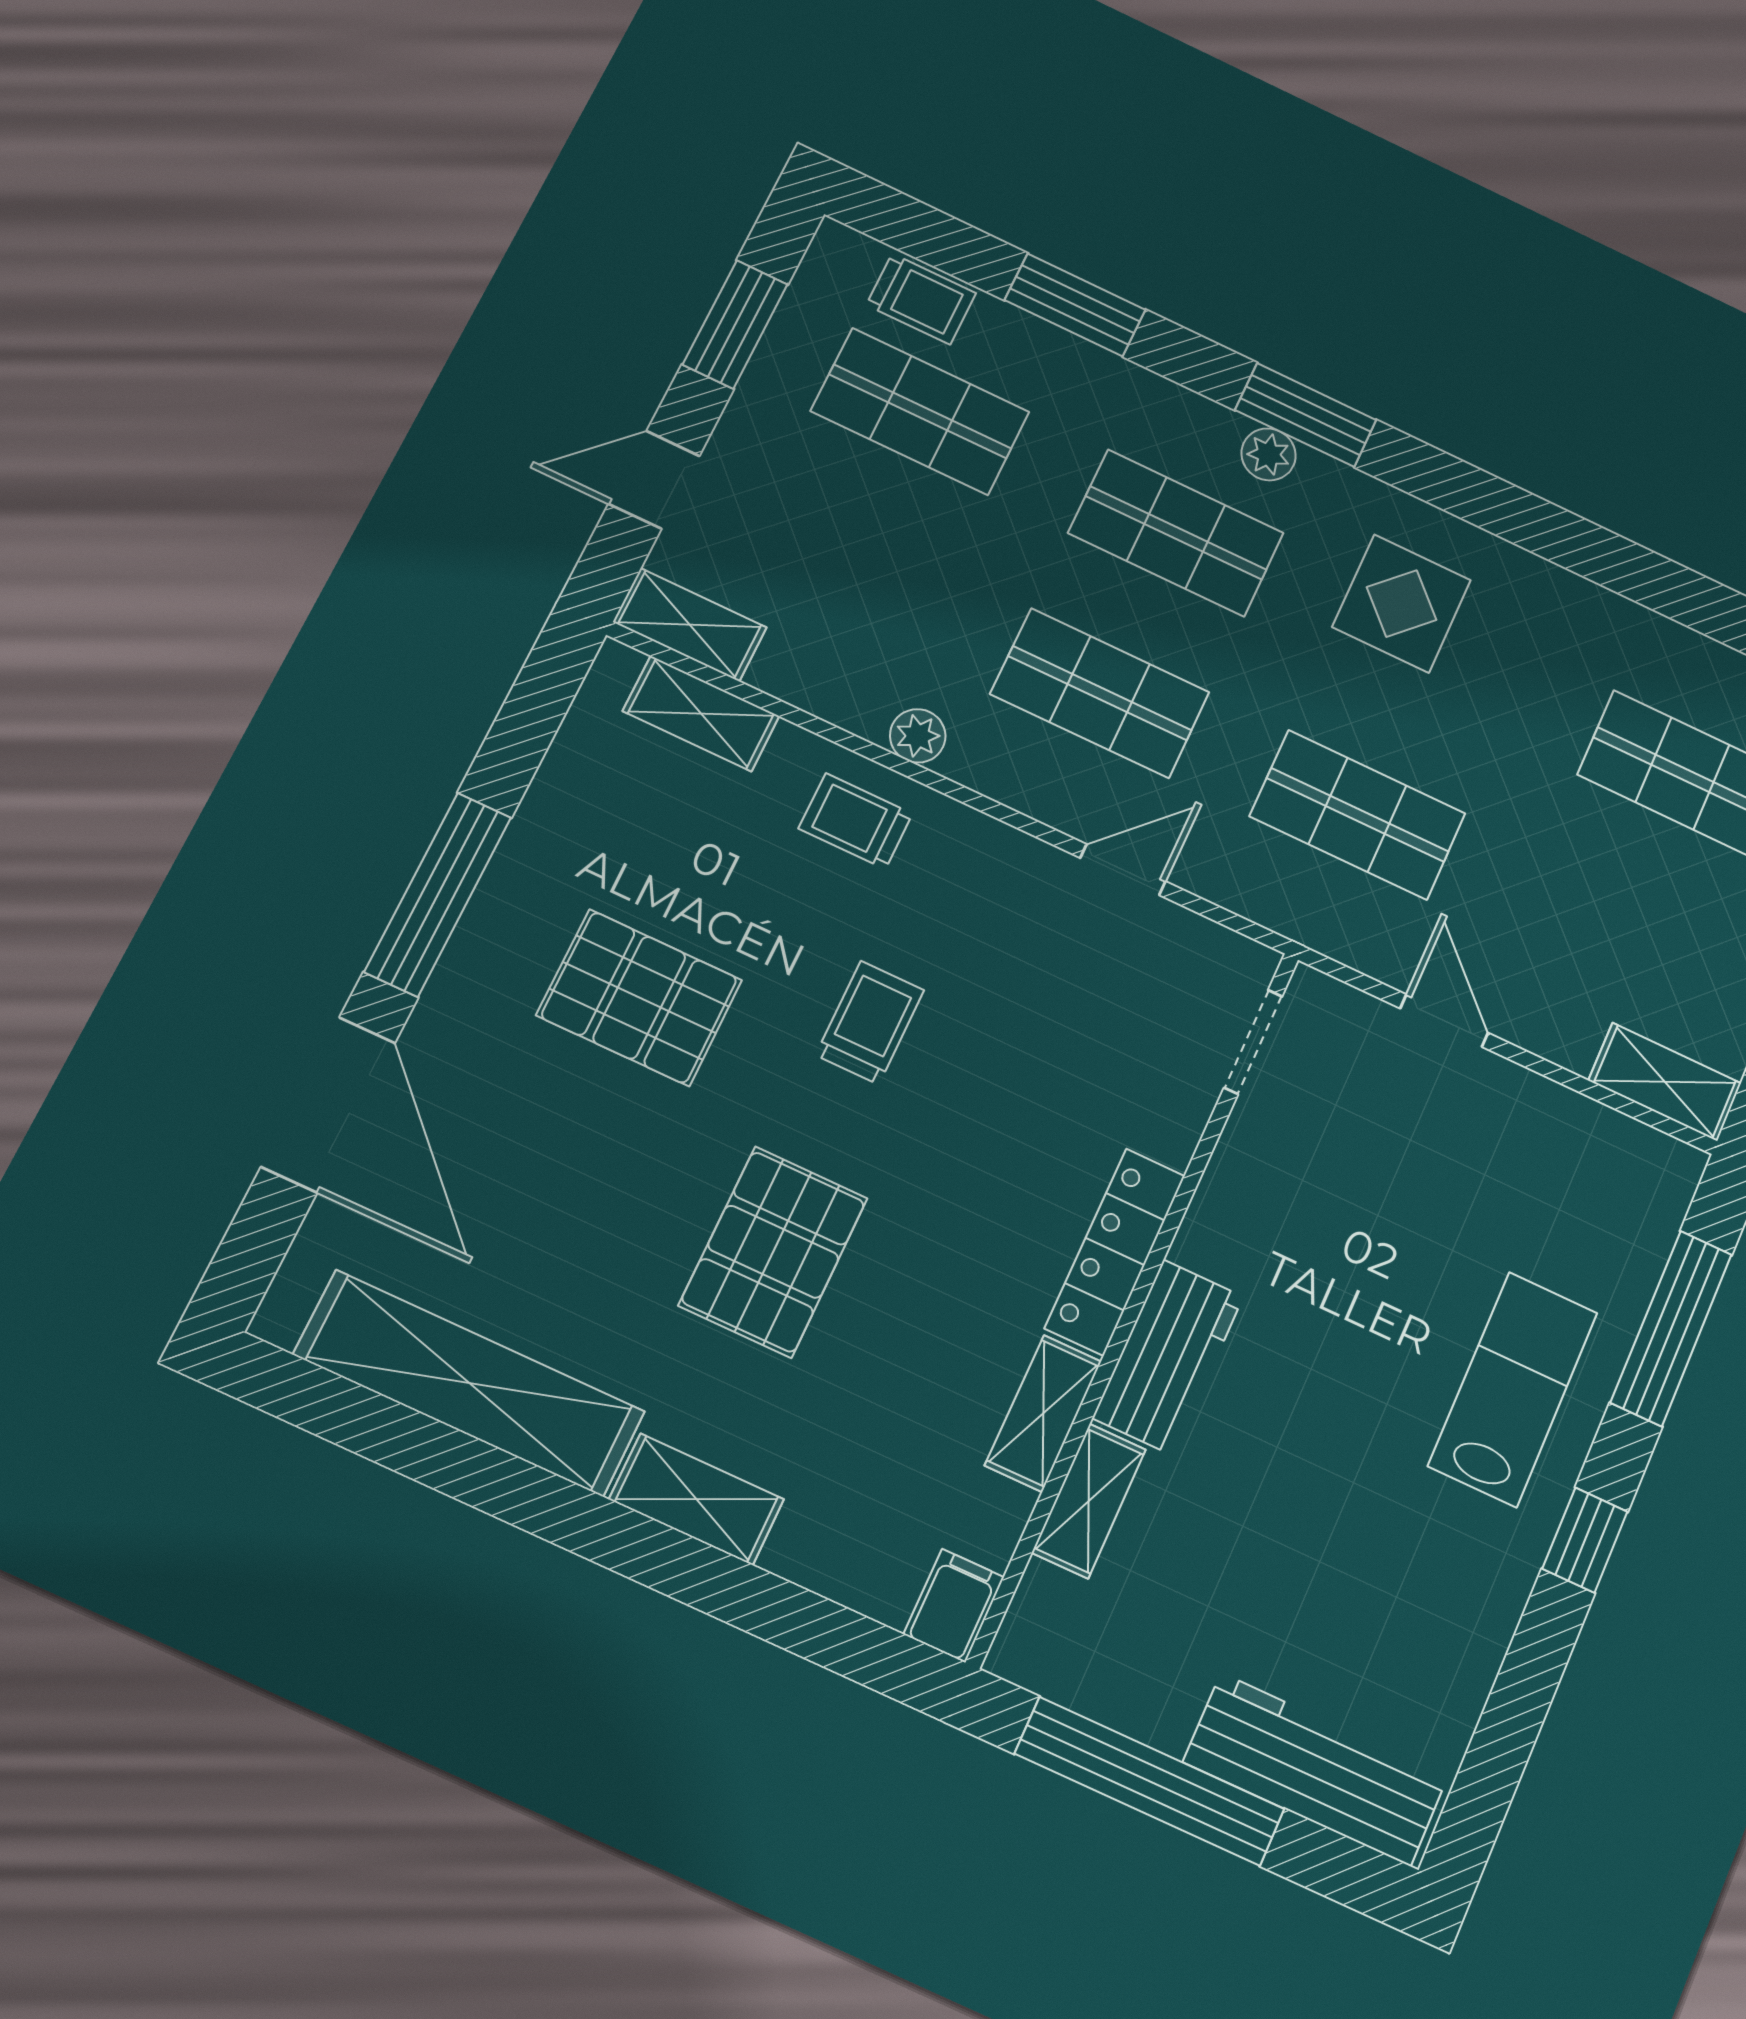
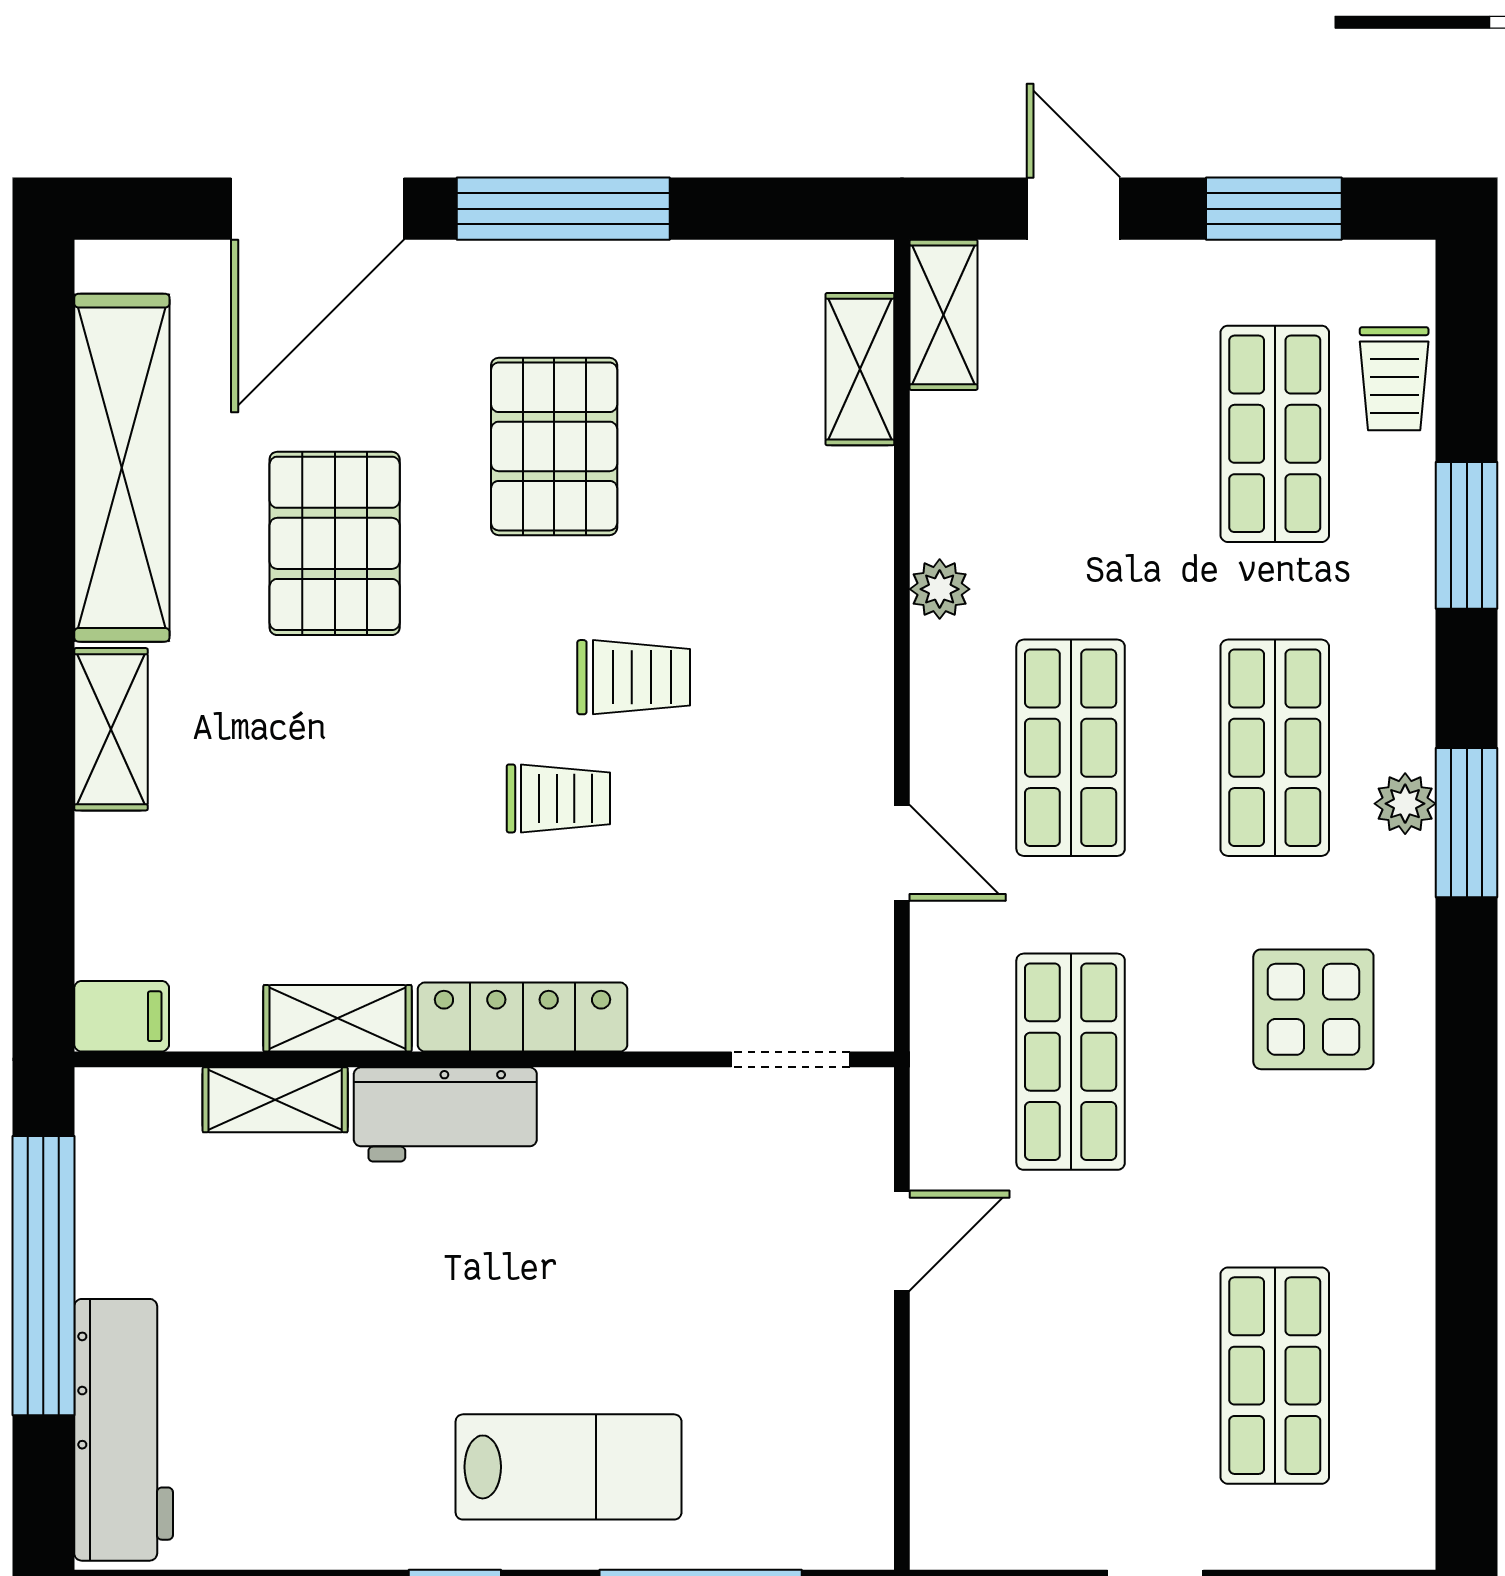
trolley: (856, 821) -> (558, 798), moved, turned 90
shelving: (1665, 1082) -> (945, 1491), removed
pallet: (773, 1252) -> (335, 543), moved, turned 90

